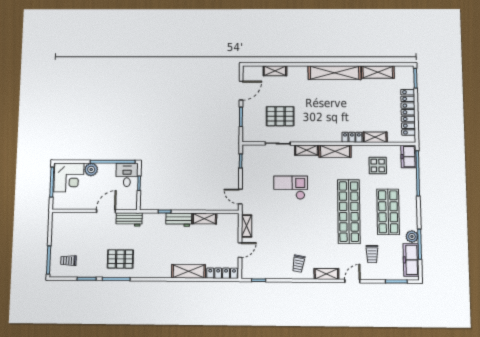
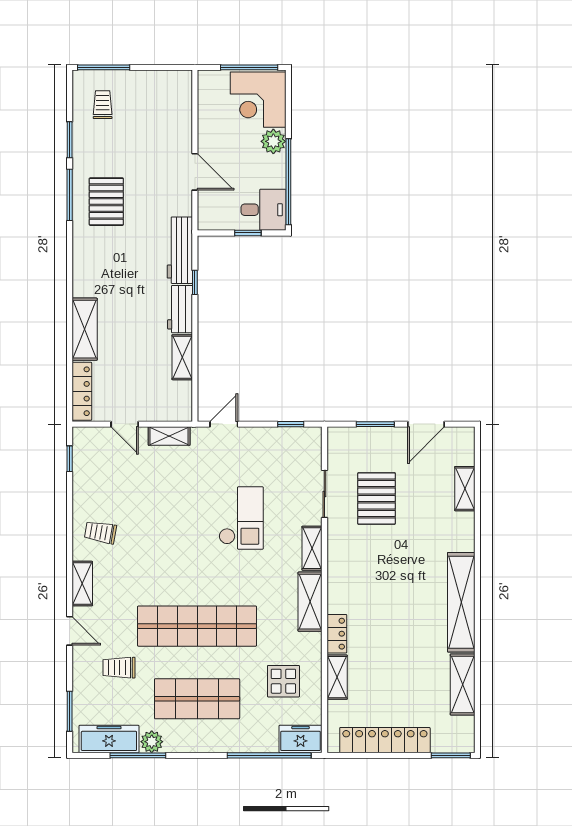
door: (241, 91) -> (426, 424), hinge flipped
workbench: (129, 219) -> (180, 250), moved, width x1.38

